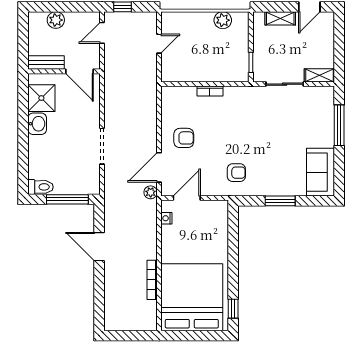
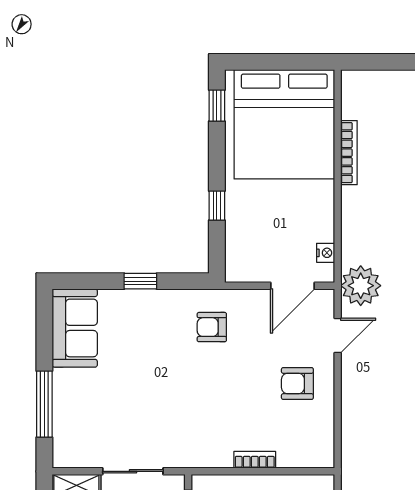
door: (159, 167) -> (338, 336), width x0.73
plant: (151, 192) -> (361, 286), width x1.87, depth x1.87
window: (280, 201) -> (140, 281), width x0.67
window: (233, 247) -> (217, 206), added

